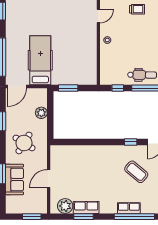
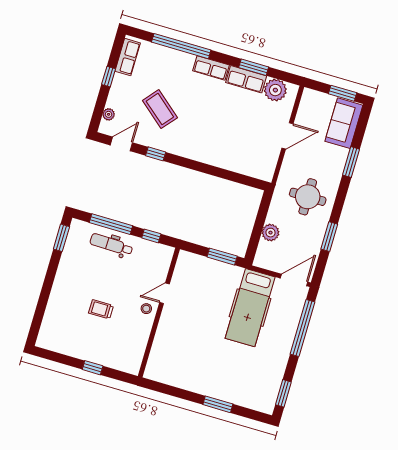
trolley: (137, 9) -> (101, 309), moved
door: (98, 16) -> (165, 293), moved
round table: (24, 143) -> (308, 197), turned -32
sofa: (14, 179) -> (344, 123), moved
row of seats: (129, 208) -> (211, 68), moved
window: (32, 217) -> (343, 93), moved

